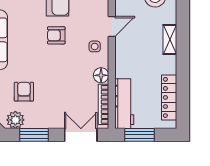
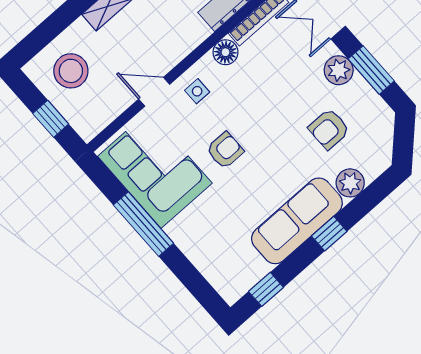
armchair: (56, 35) -> (225, 150), turned -90
plant: (15, 120) -> (339, 70), moved

